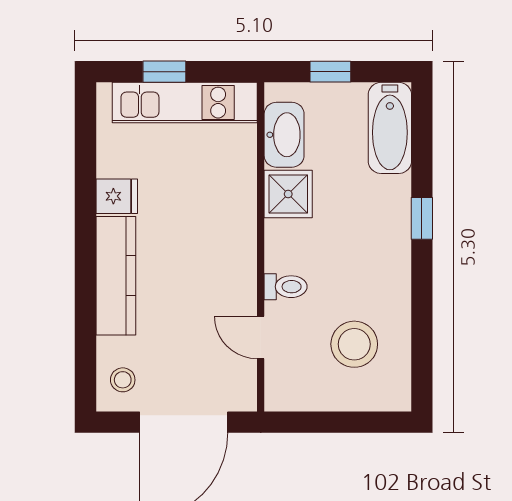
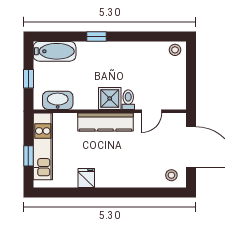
shower: (288, 194) -> (110, 98), moved
kitchen counter: (116, 276) -> (106, 122), moved, turned 180
stool: (354, 344) -> (175, 50), moved, width x0.53, depth x0.53

